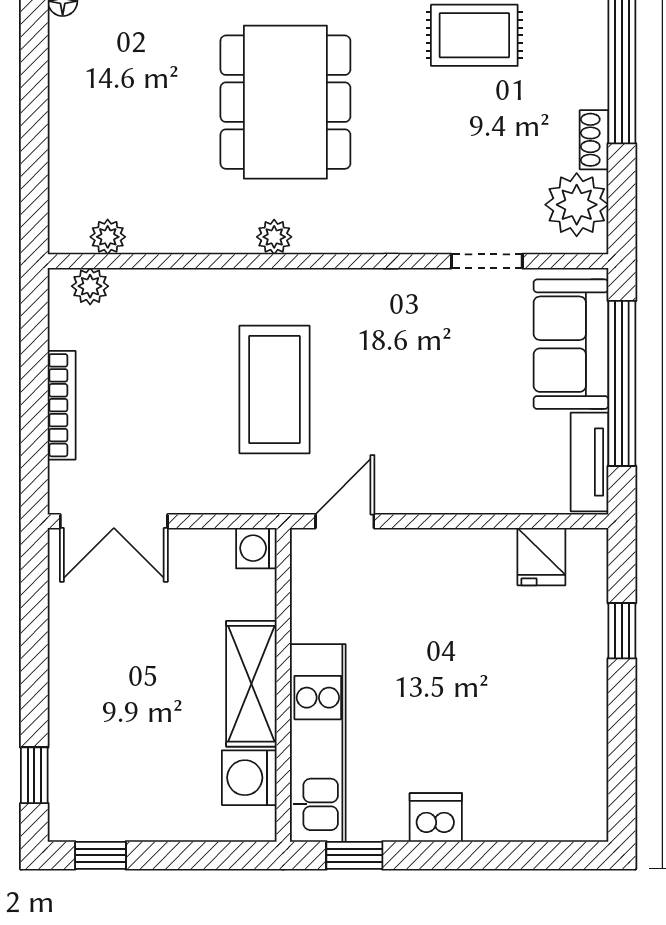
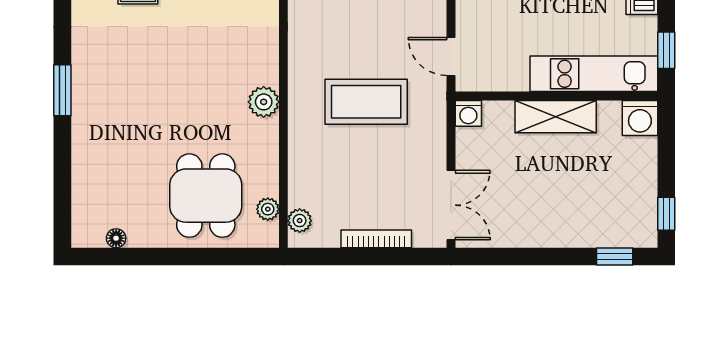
dining table: (285, 102) -> (206, 196), moved, width x0.73
plant: (274, 237) -> (264, 102), width x1.38, depth x1.38
washing machine: (249, 778) -> (640, 118), moved

